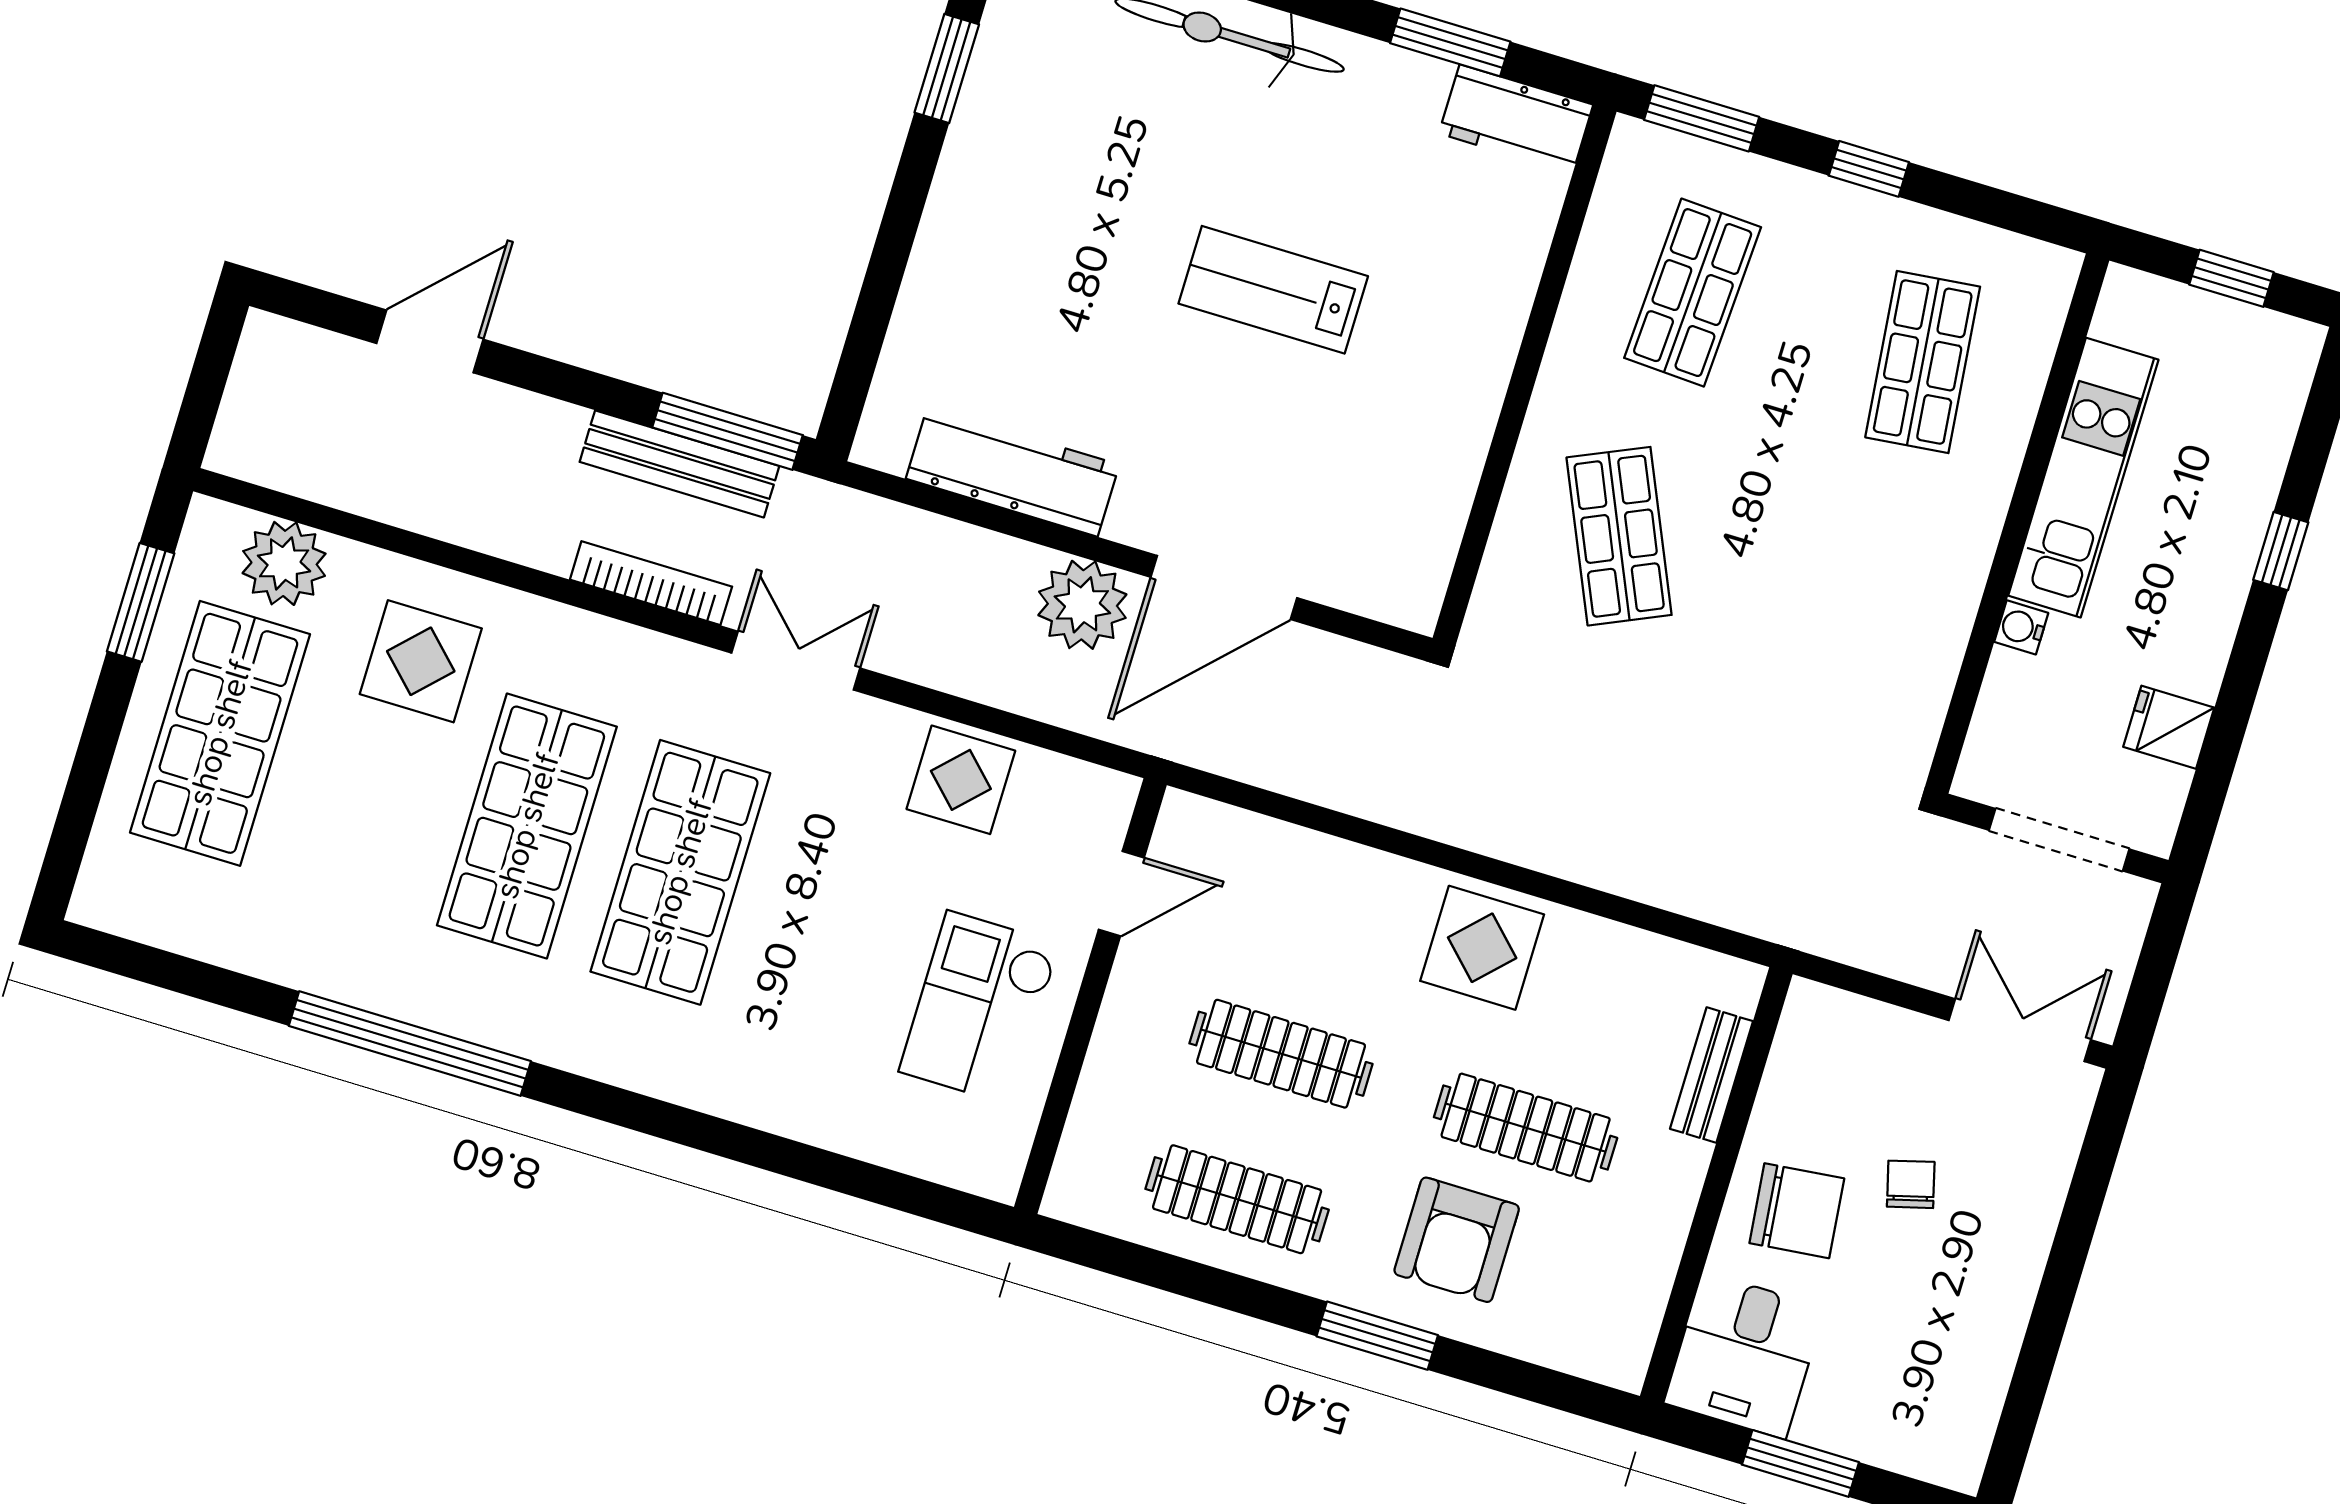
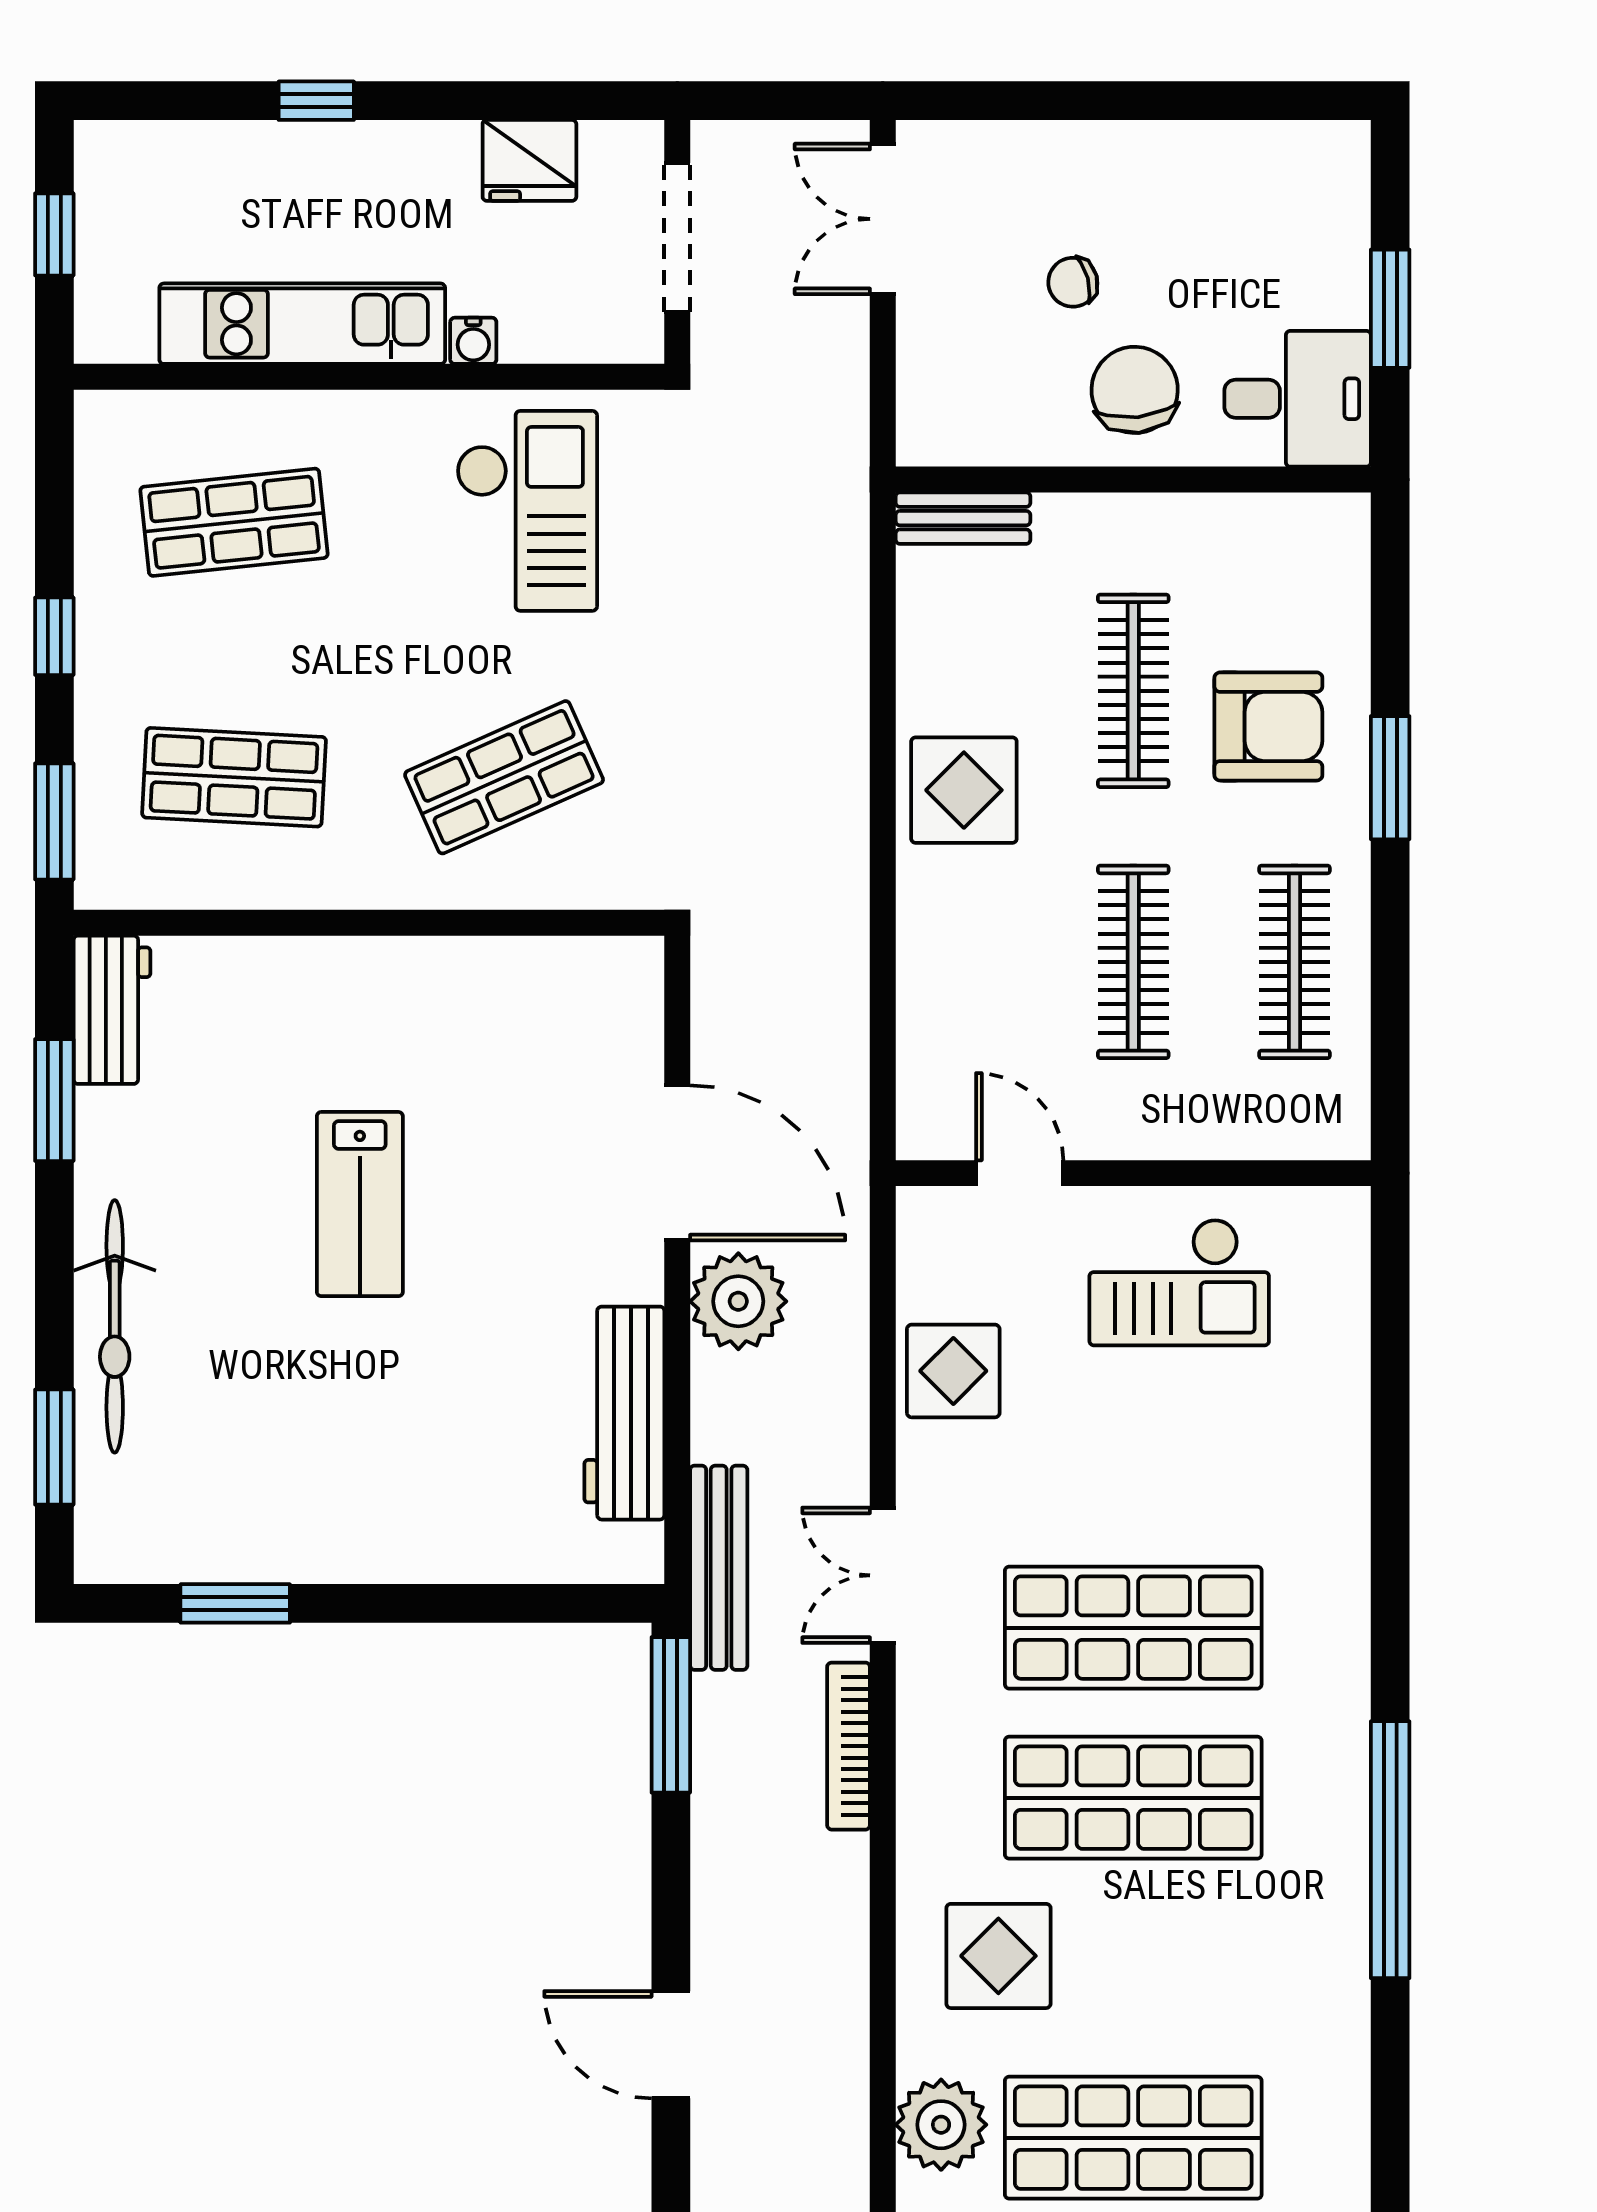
bench: (679, 464) -> (719, 1568), moved
checkout: (1853, 629) -> (527, 511), added
fridge: (2169, 727) -> (529, 160), width x1.38
bench: (1711, 1075) -> (963, 518), moved

